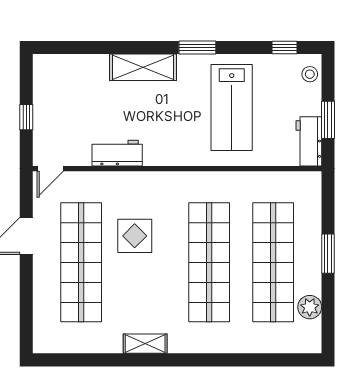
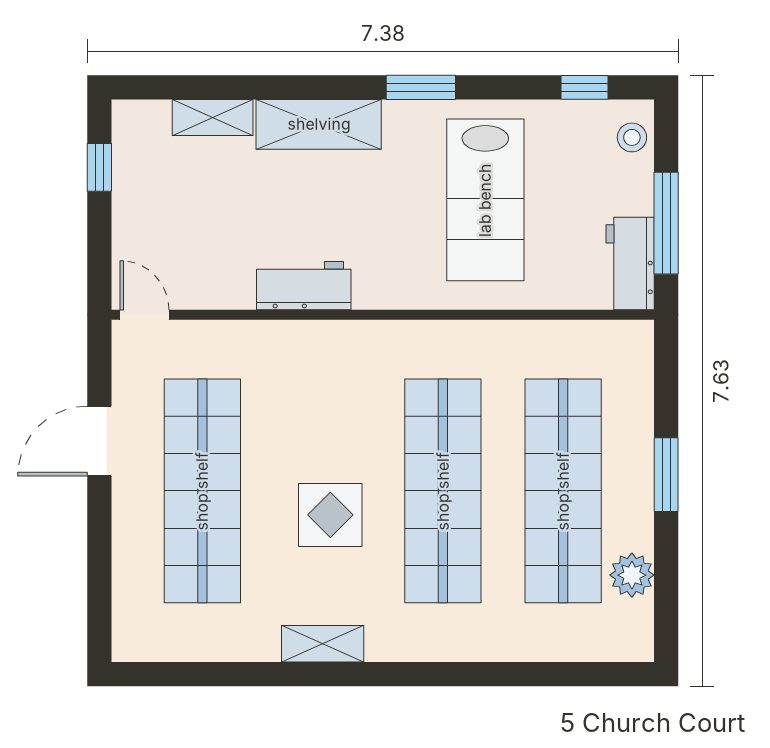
shelving: (87, 64) -> (213, 118), added
window: (26, 117) -> (99, 167), moved
window: (328, 120) -> (666, 223), width x1.44
workbench: (117, 153) -> (304, 286), moved
door: (50, 169) -> (144, 315), swing flipped
display table: (135, 236) -> (330, 515), moved

